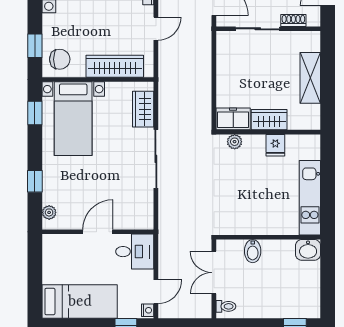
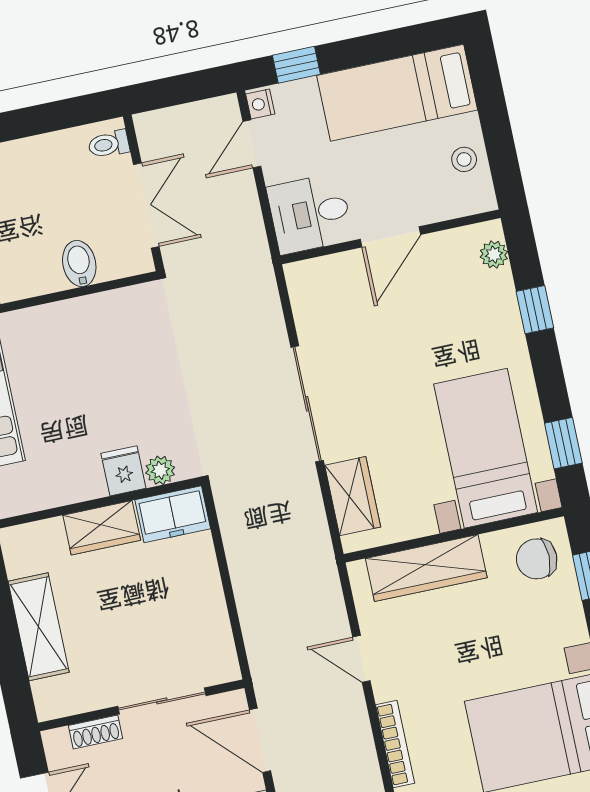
door: (156, 29) -> (361, 659), hinge flipped
fridge: (275, 145) -> (123, 471), moved
stool: (54, 262) -> (464, 159), added

